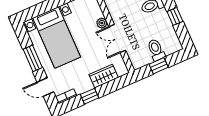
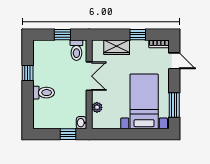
plant: (102, 23) -> (97, 107), moved
toilet: (156, 50) -> (76, 50), moved
window: (33, 58) -> (174, 105), moved

